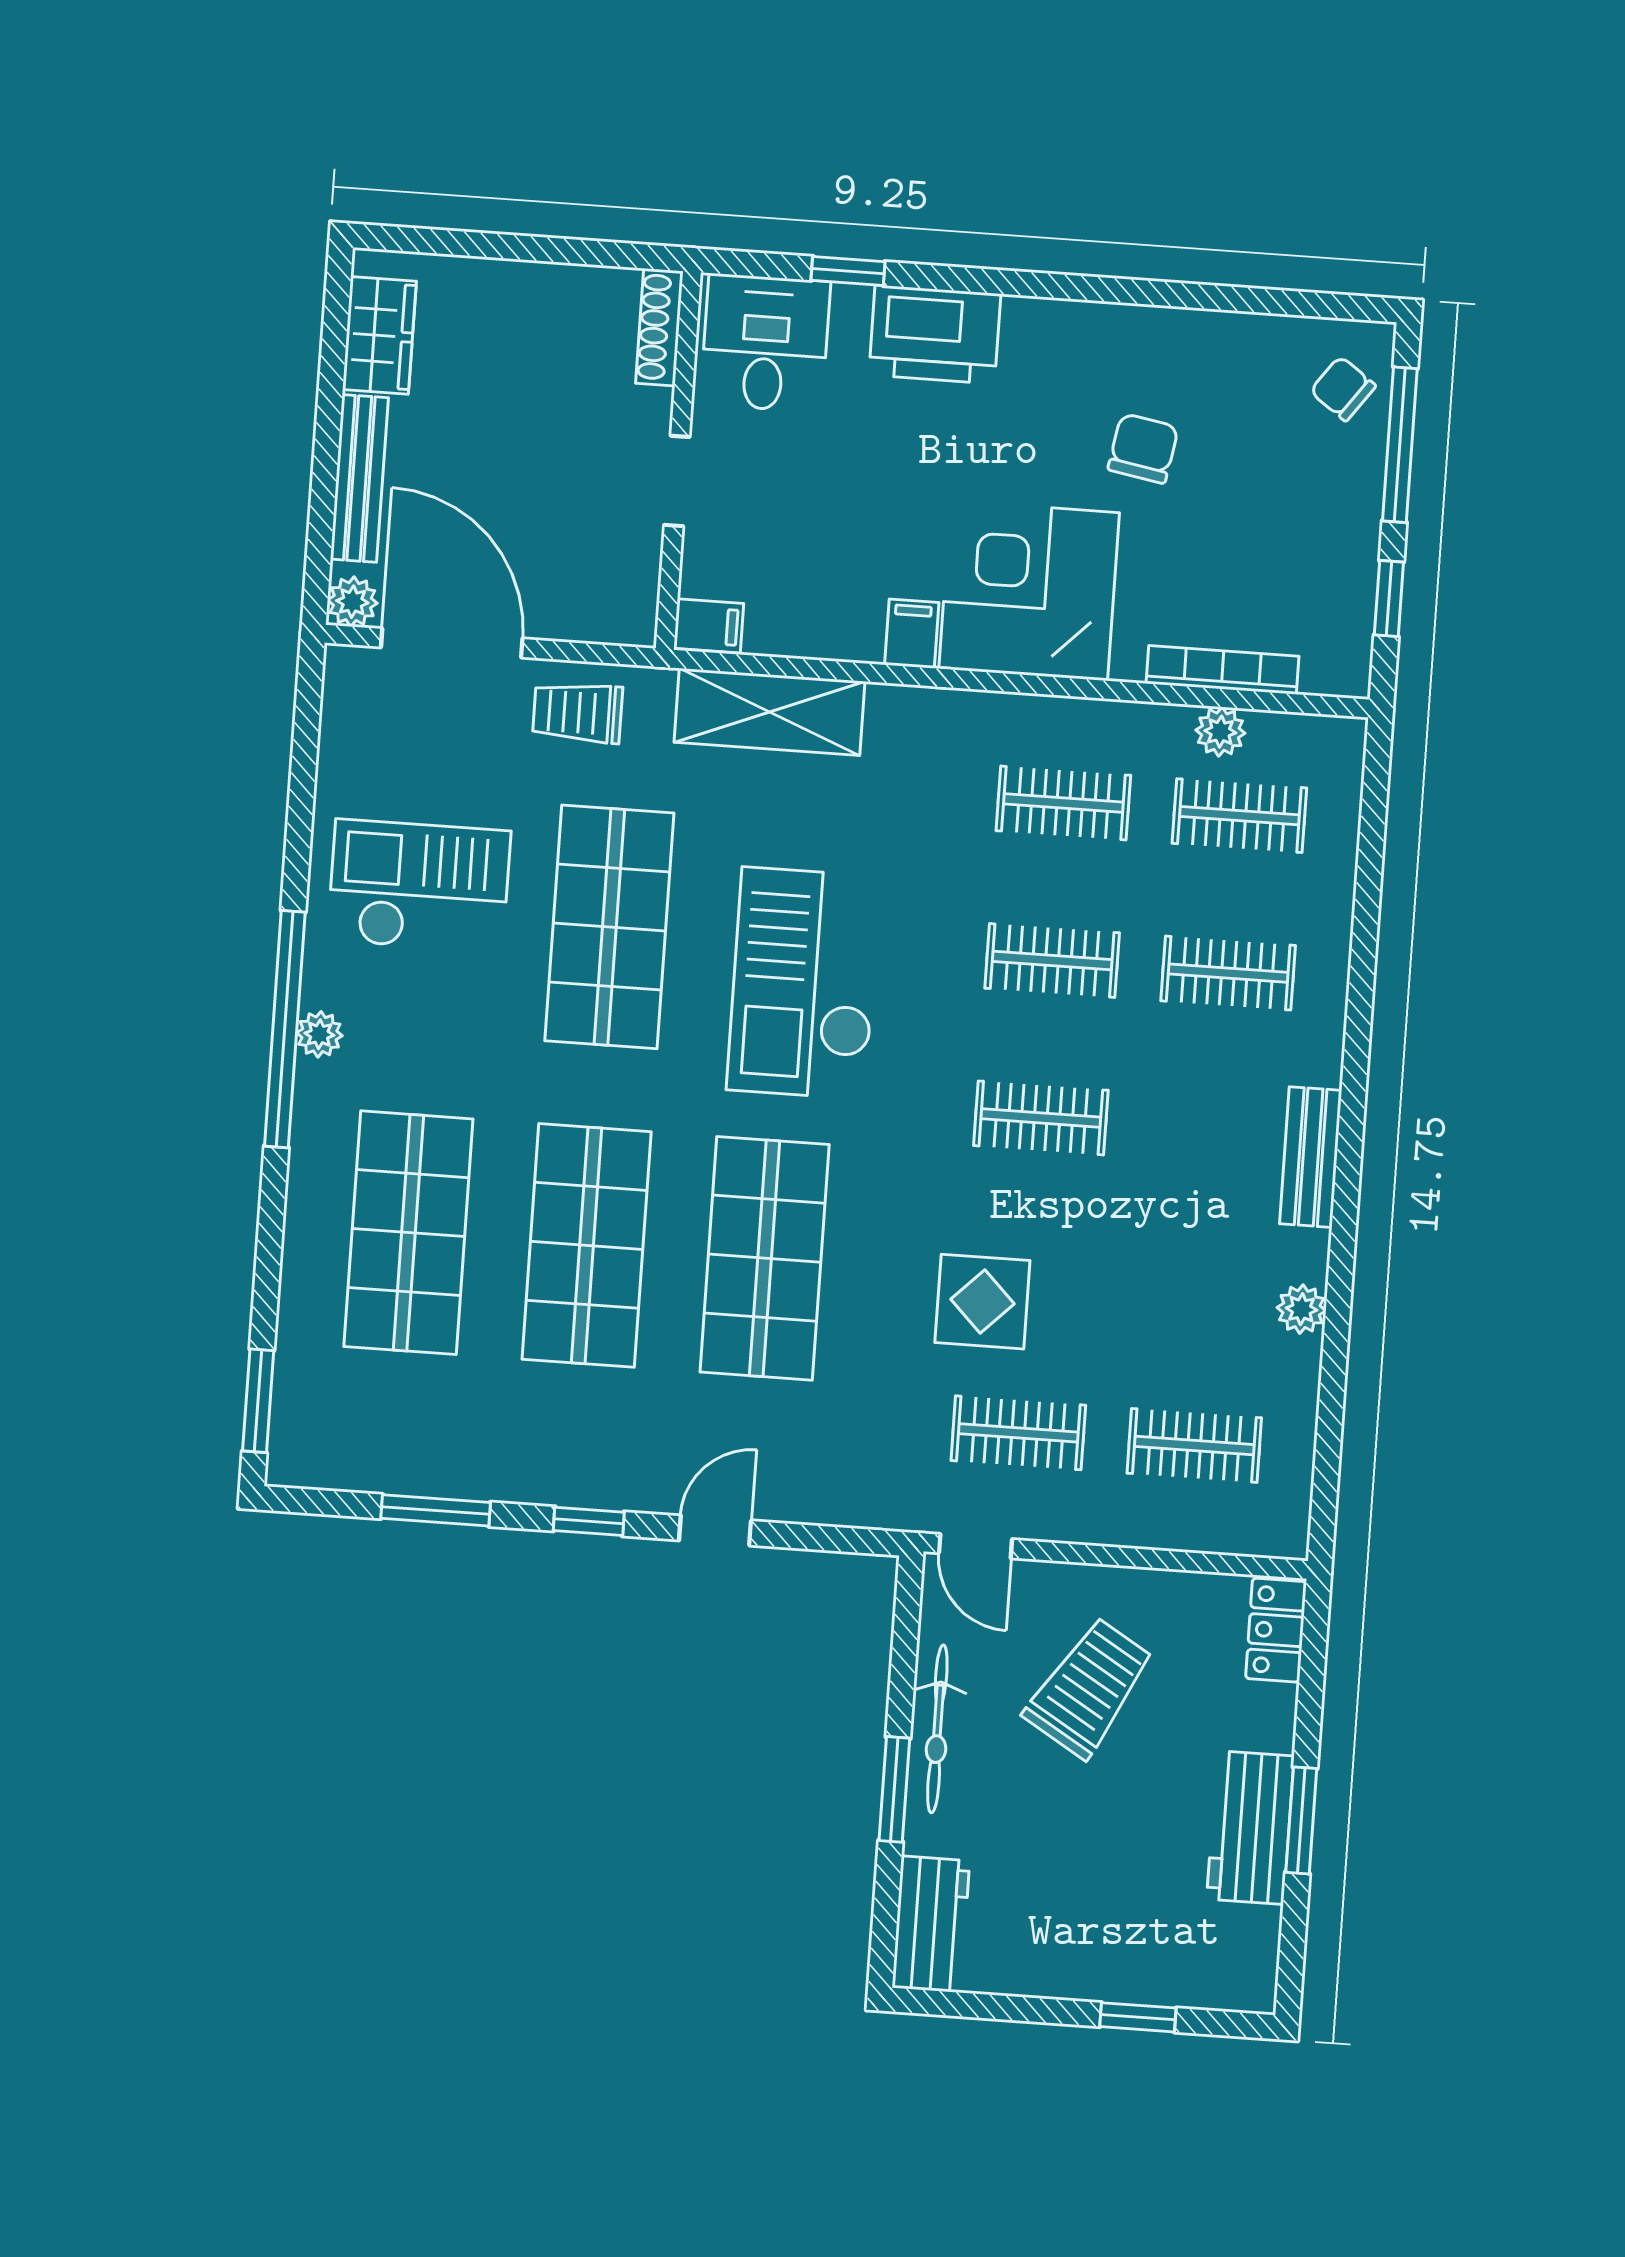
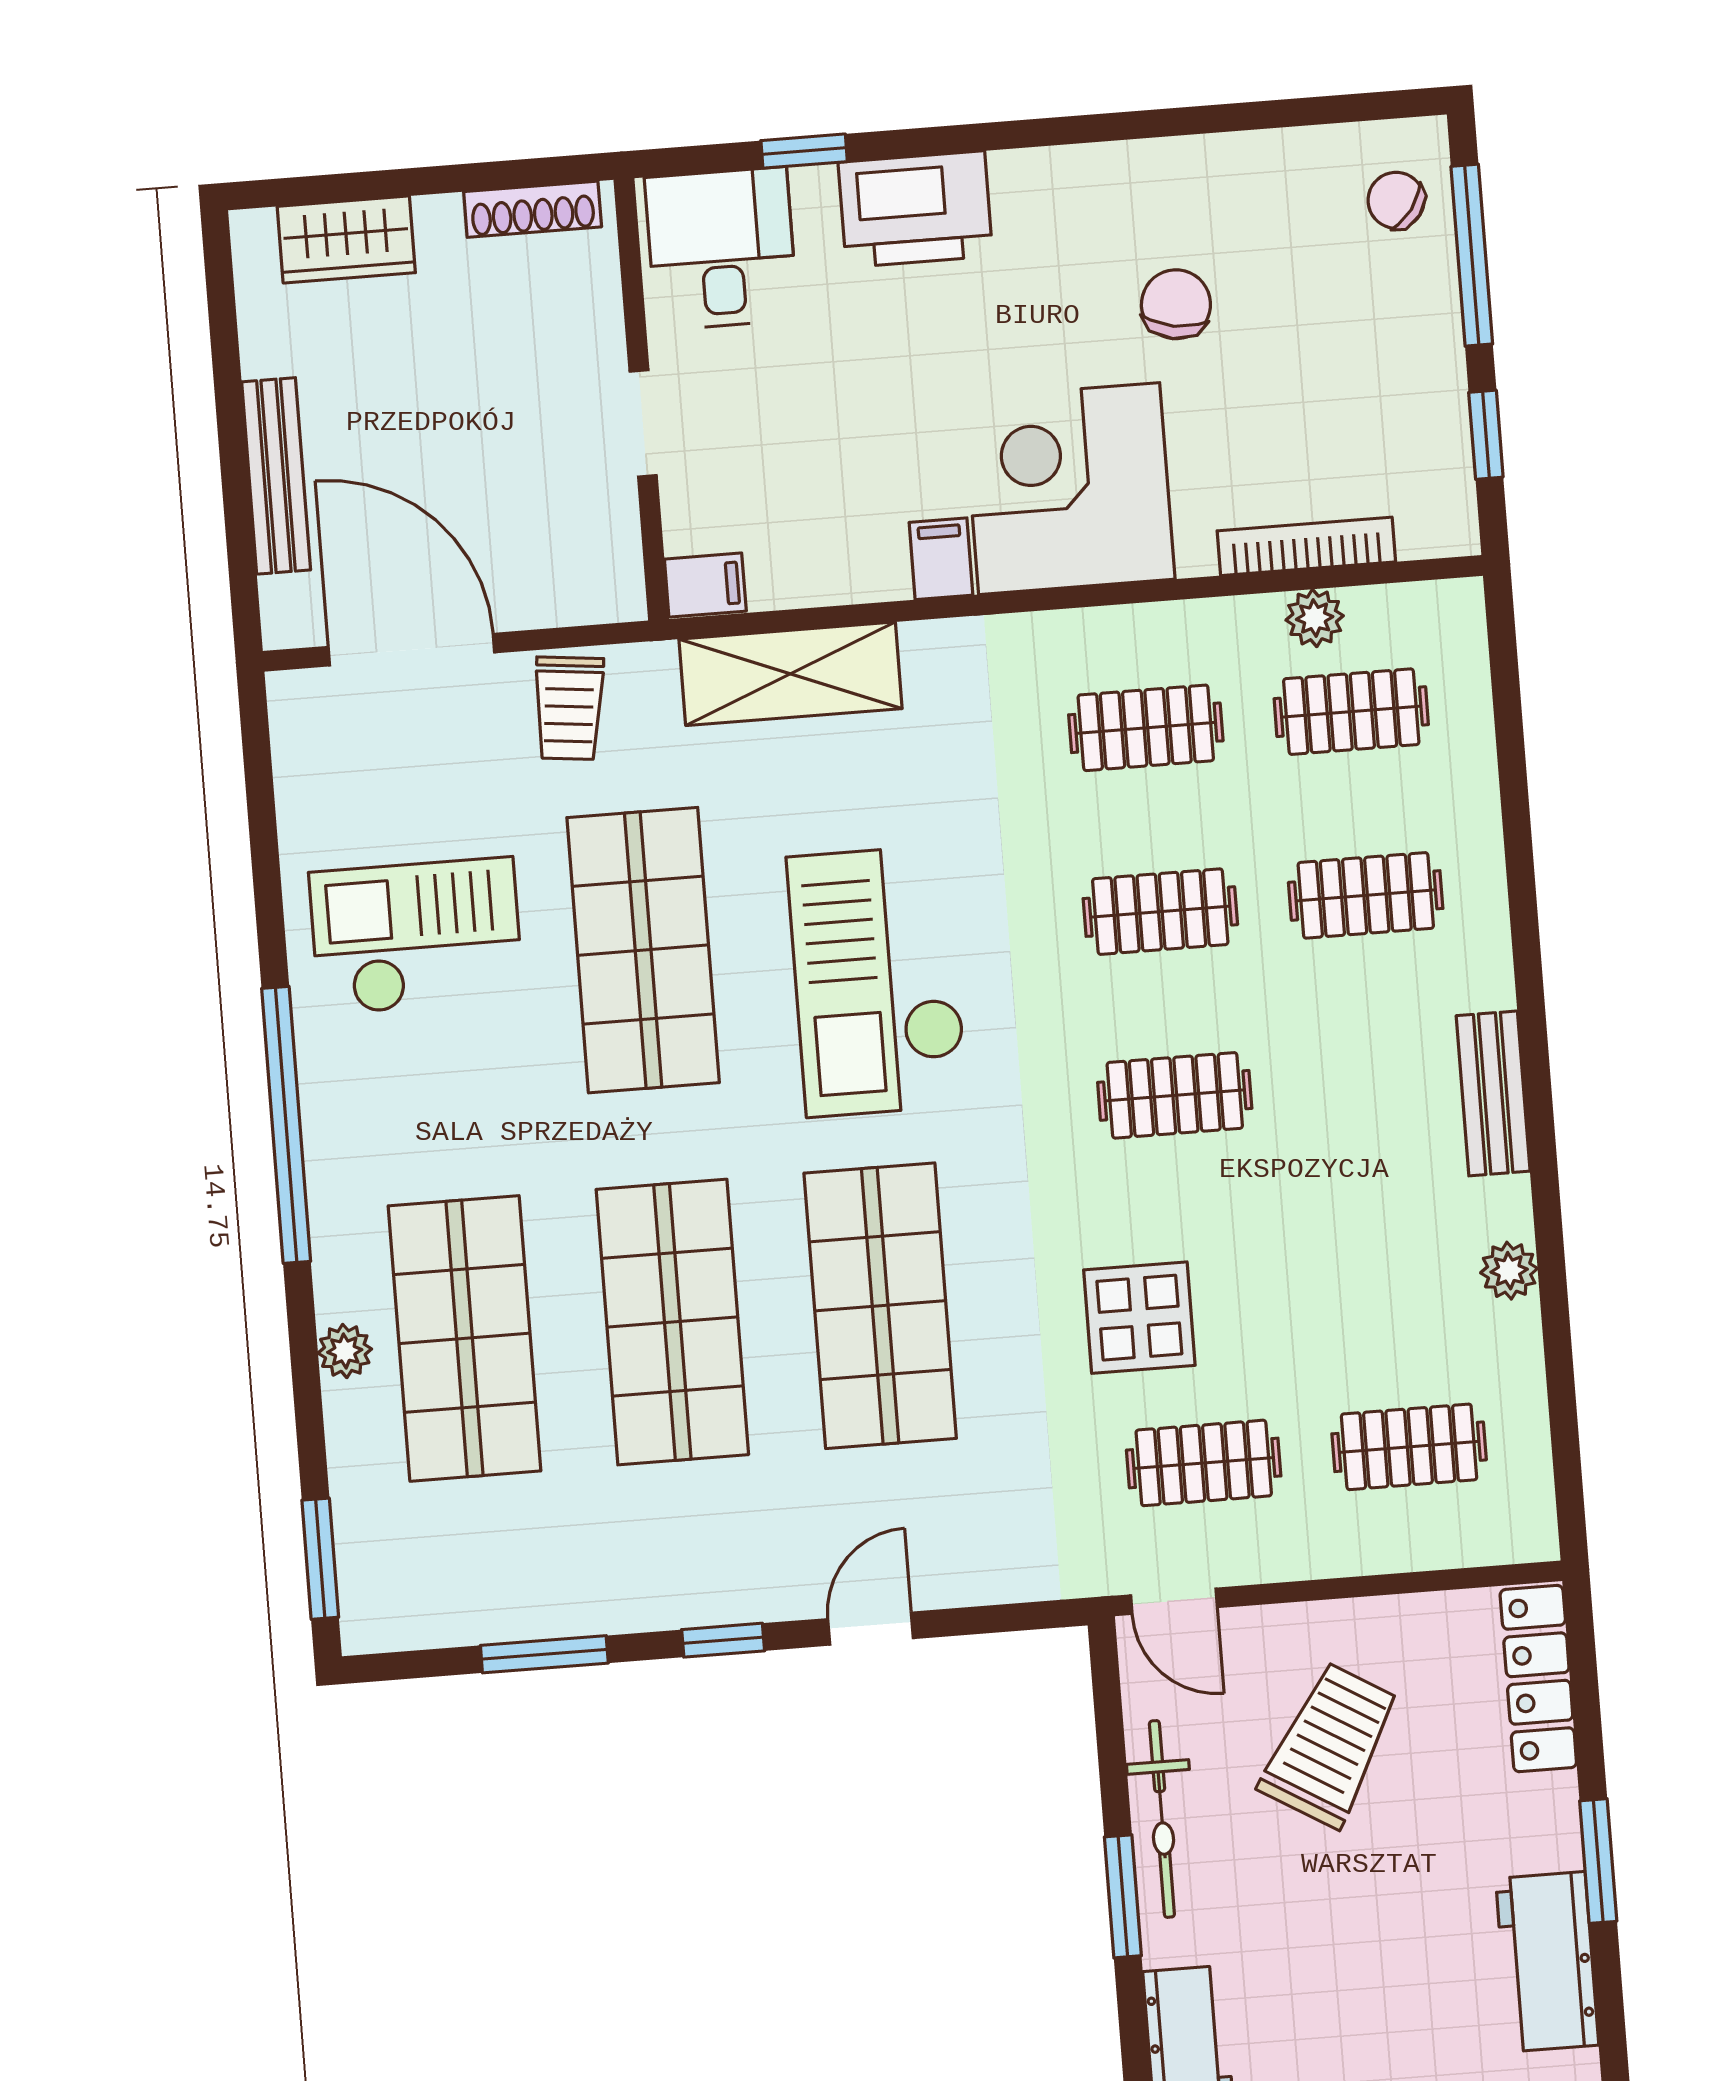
shoe rack: (659, 327) -> (533, 209), moved, turned -90
wardrobe: (379, 335) -> (346, 240), moved, turned 90
plant: (352, 602) -> (290, 619), removed
trolley: (578, 713) -> (569, 708), turned -84
plant: (319, 1034) -> (345, 1351), moved
locker: (1276, 1630) -> (1538, 1679), width x1.53
workbench: (1250, 1828) -> (1547, 1962), moved

